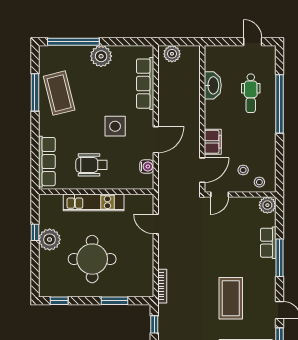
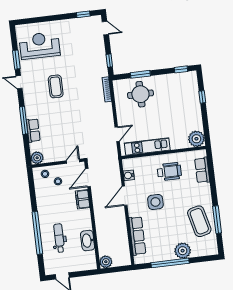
window: (73, 42) -> (170, 263), moved
plant: (172, 54) -> (106, 262), moved
plant: (101, 56) -> (183, 251), moved
row of seats: (47, 162) -> (202, 170), width x0.68
kitchen unit: (94, 202) -> (147, 147), moved
door: (156, 224) -> (117, 134), hinge flipped
window: (35, 232) -> (202, 97), moved
plant: (50, 240) -> (196, 139), moved
round table: (92, 259) -> (140, 94), moved, width x0.73, depth x0.73
coffee table: (231, 298) -> (56, 86), width x0.73, depth x0.76

